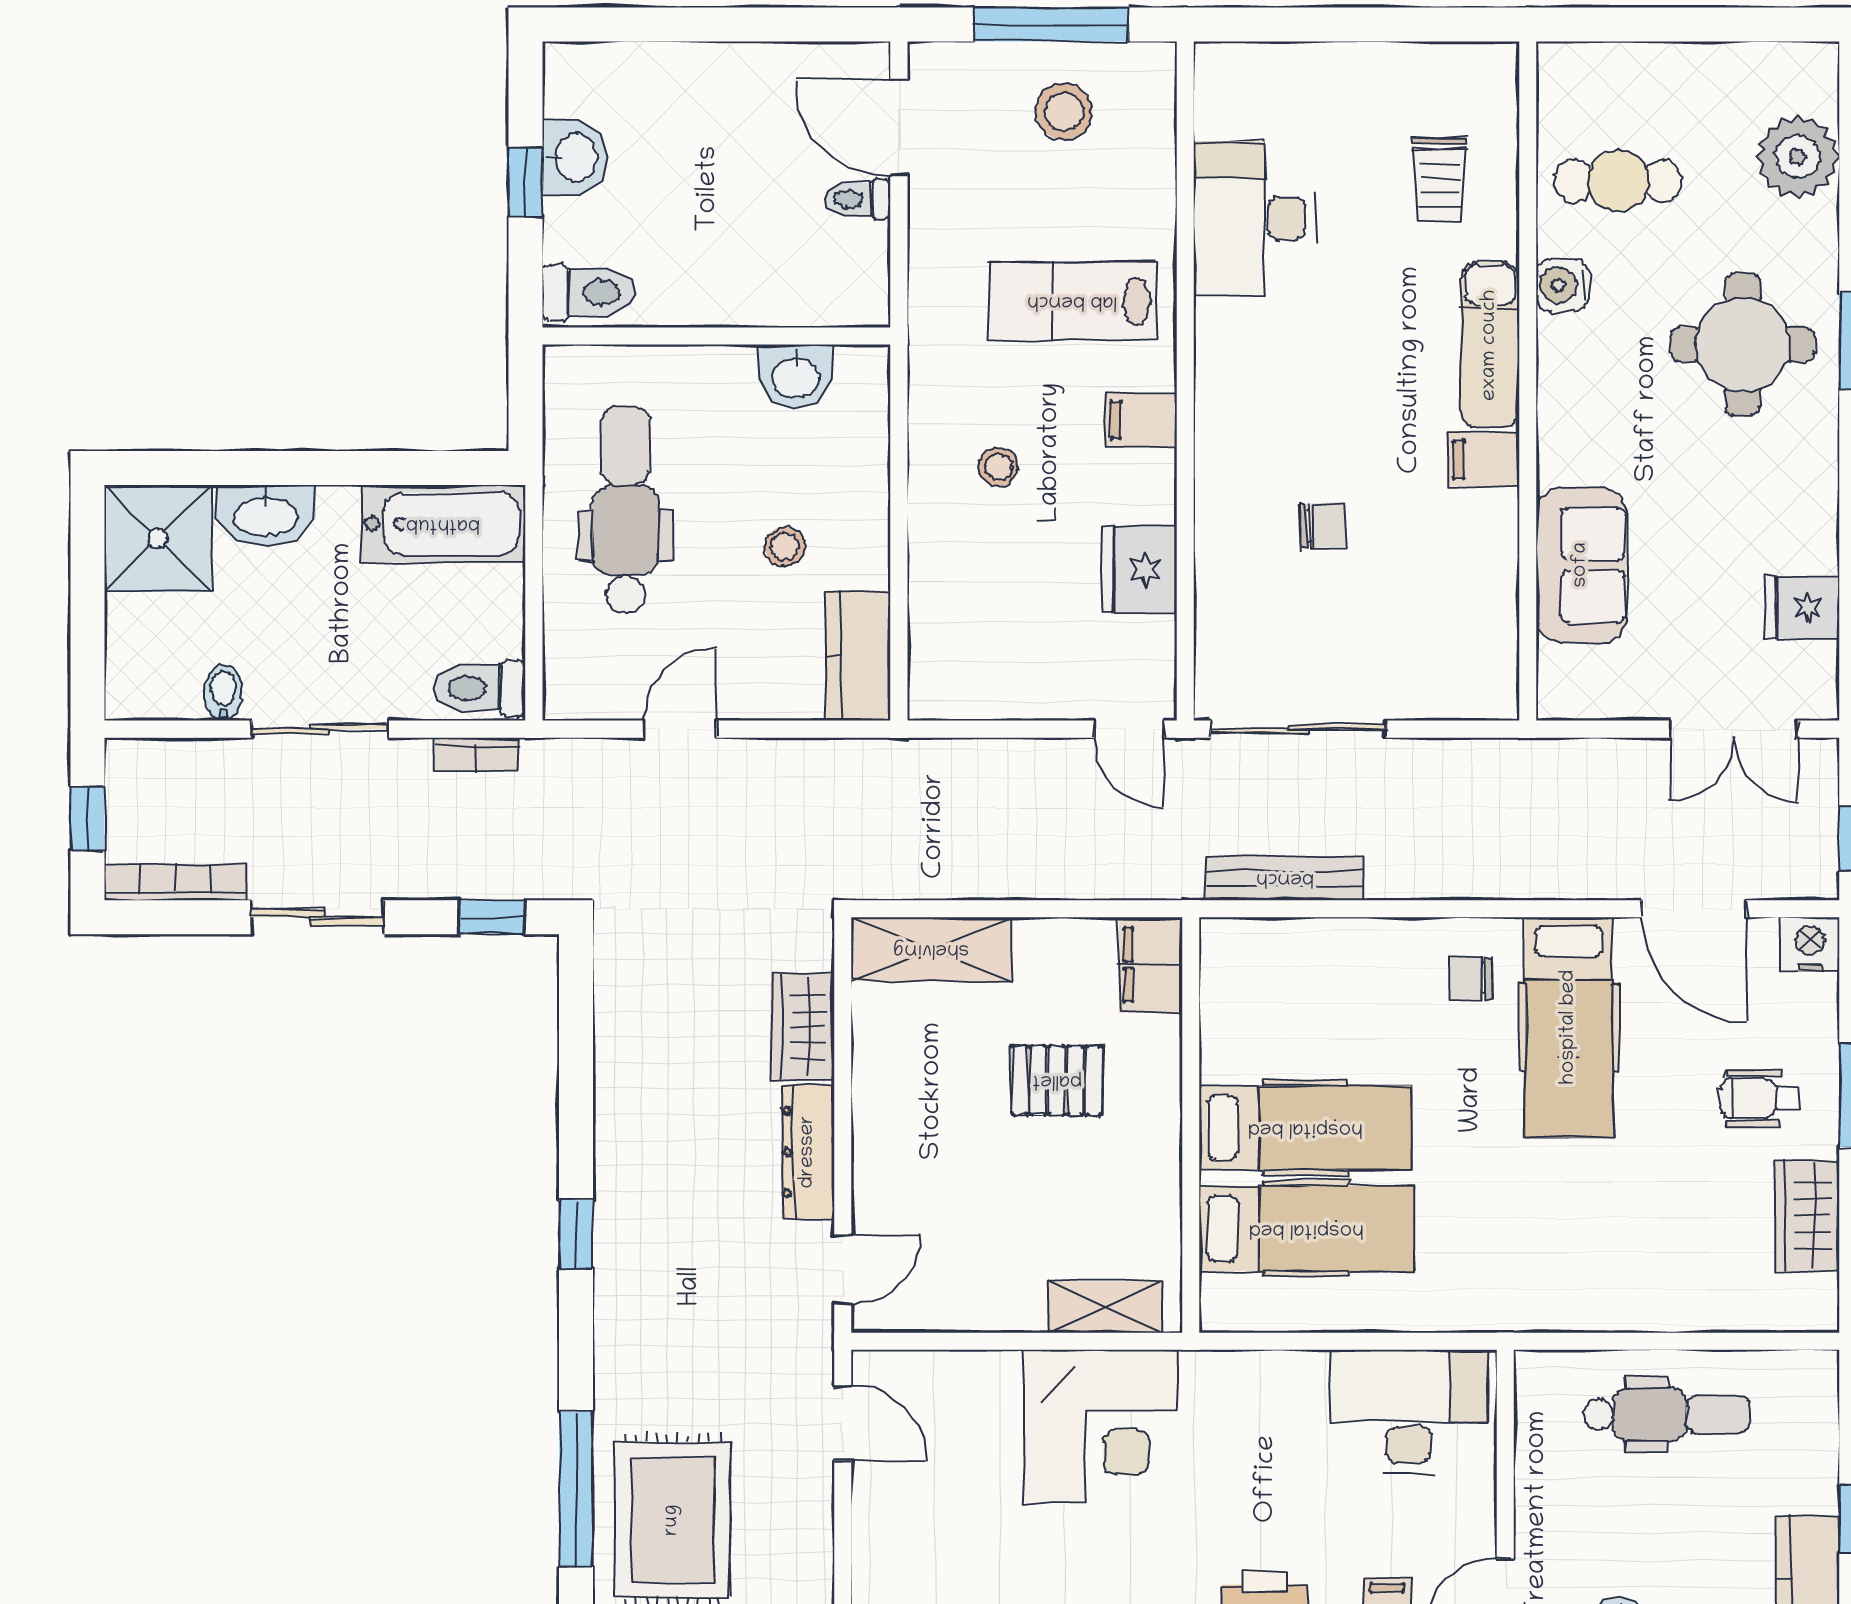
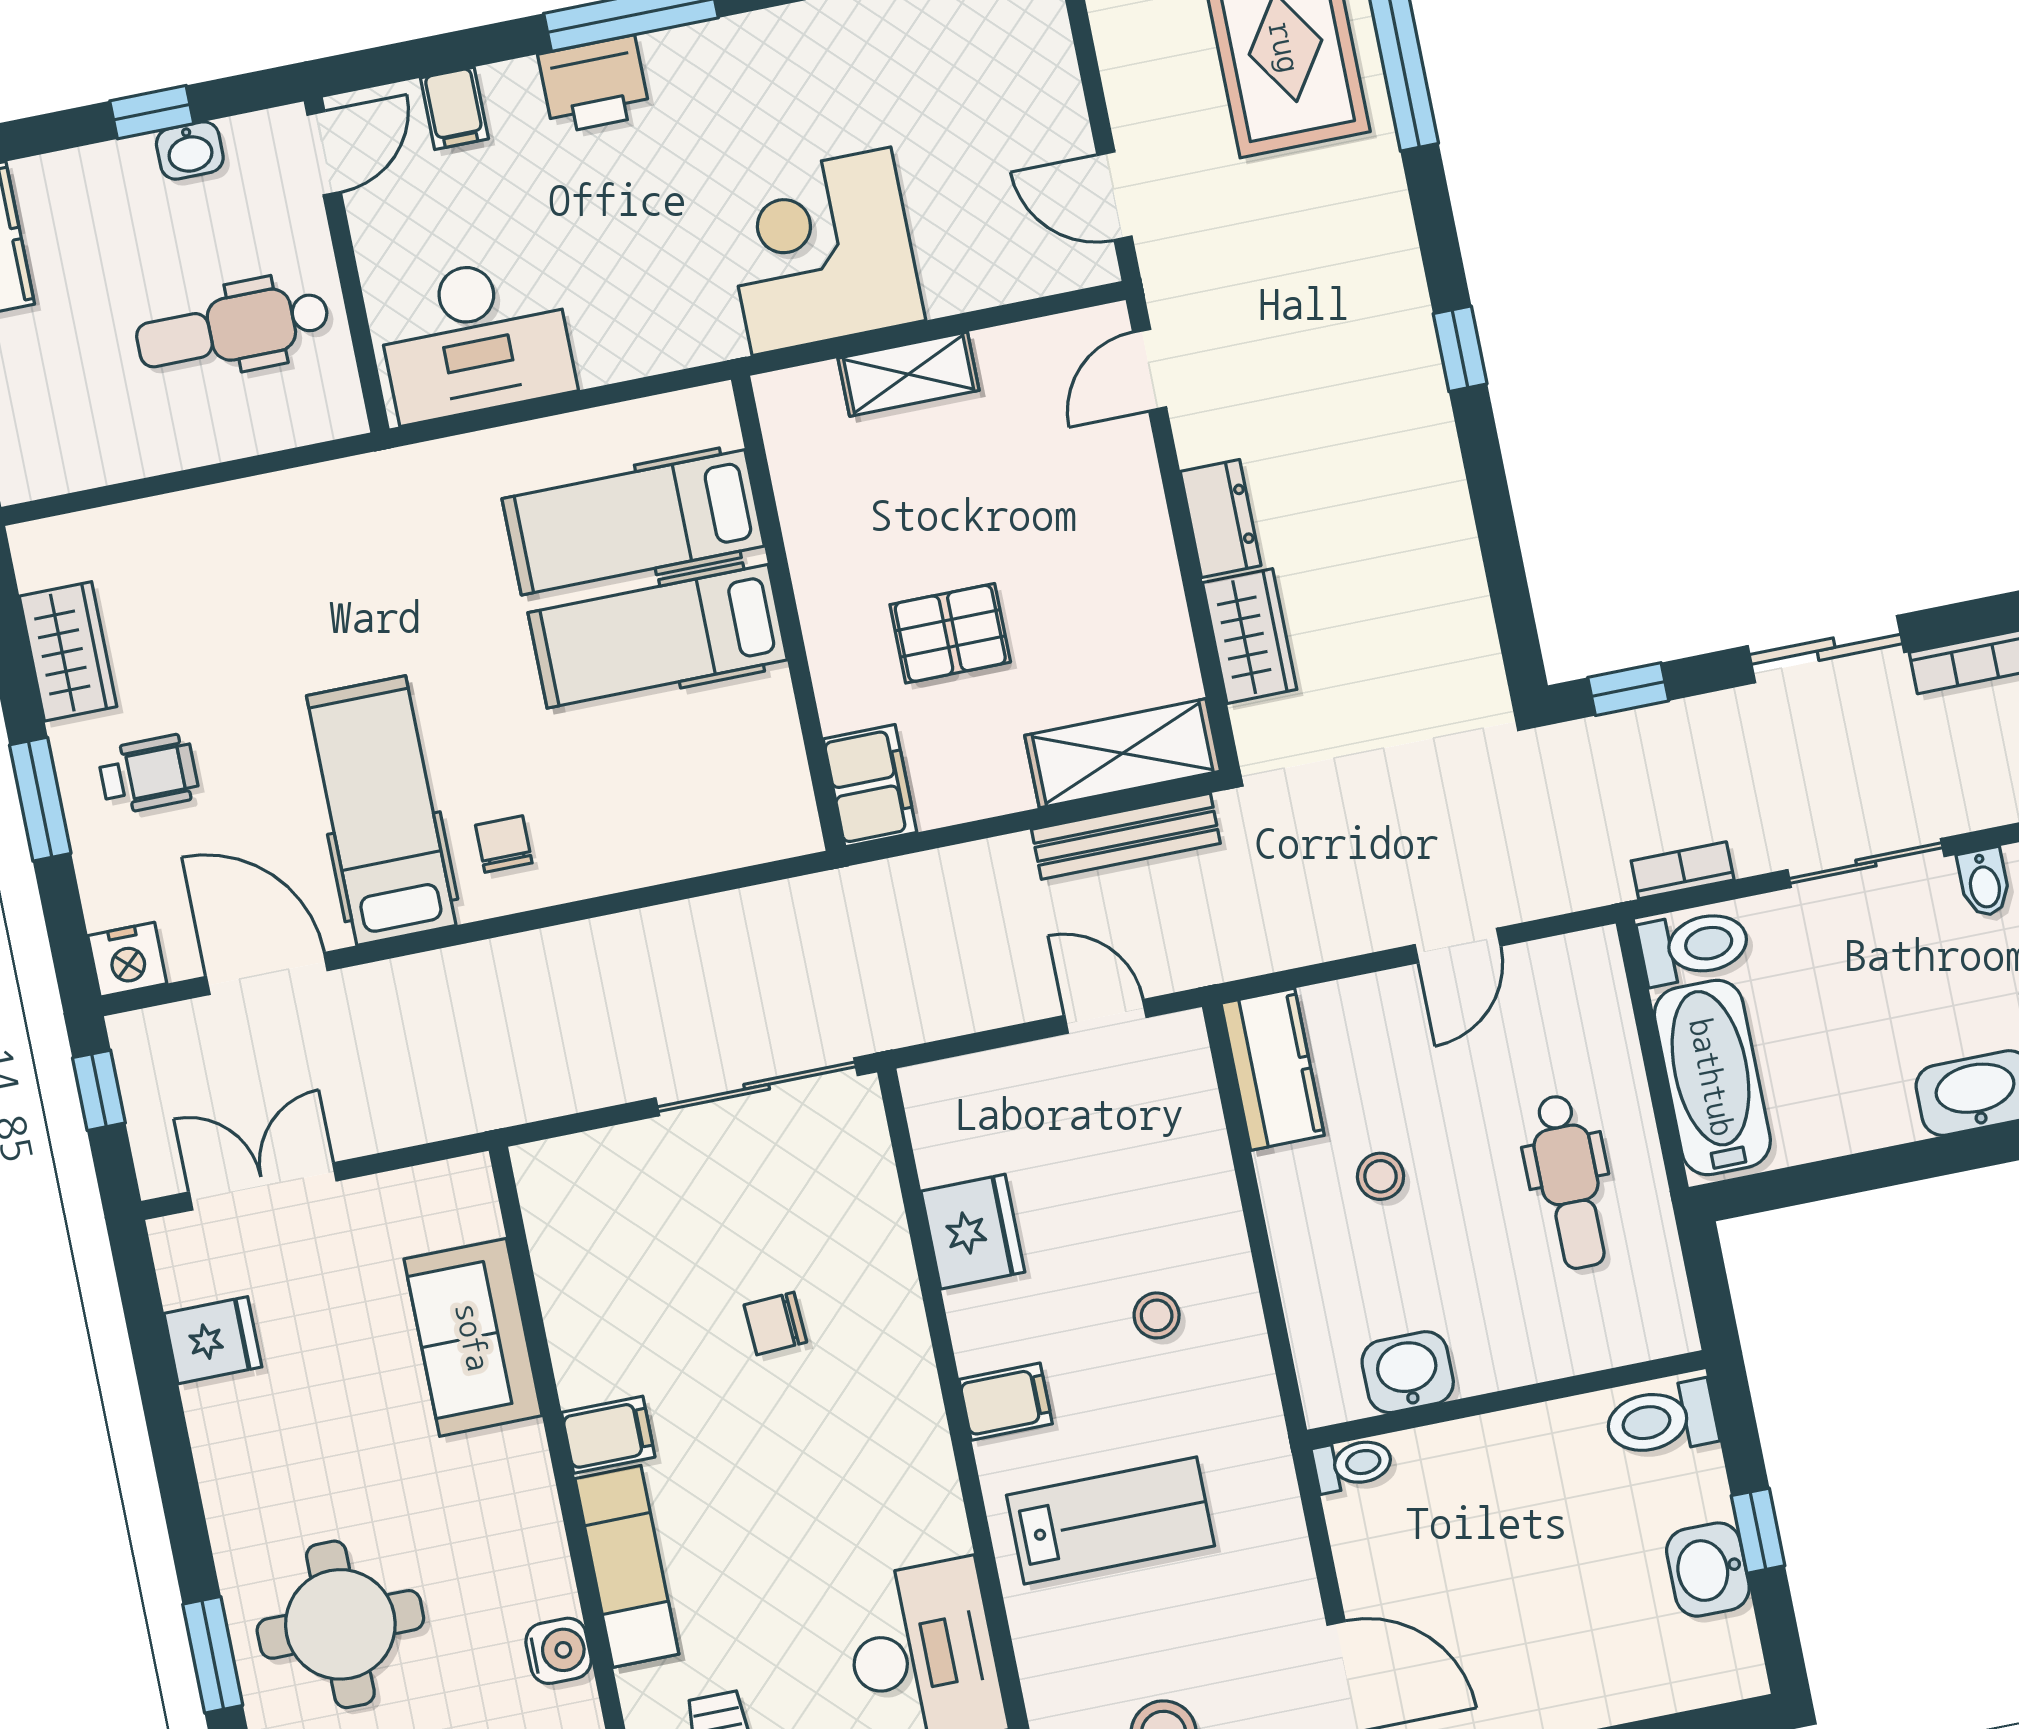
toilet: (857, 199) -> (1353, 1464), moved
dental chair: (626, 510) -> (1569, 1182), width x0.73, depth x0.72
bathtub: (443, 524) -> (1712, 1077), moved, turned 90
door: (1129, 729) -> (1105, 1016), moved
bench: (1285, 878) -> (1126, 836), moved
chair: (1471, 978) -> (504, 844), turned -90
dresser: (808, 1152) -> (1221, 518), width x0.70
shelving: (1105, 1307) -> (909, 374), moved
dental chair: (1667, 1414) -> (233, 328), moved

